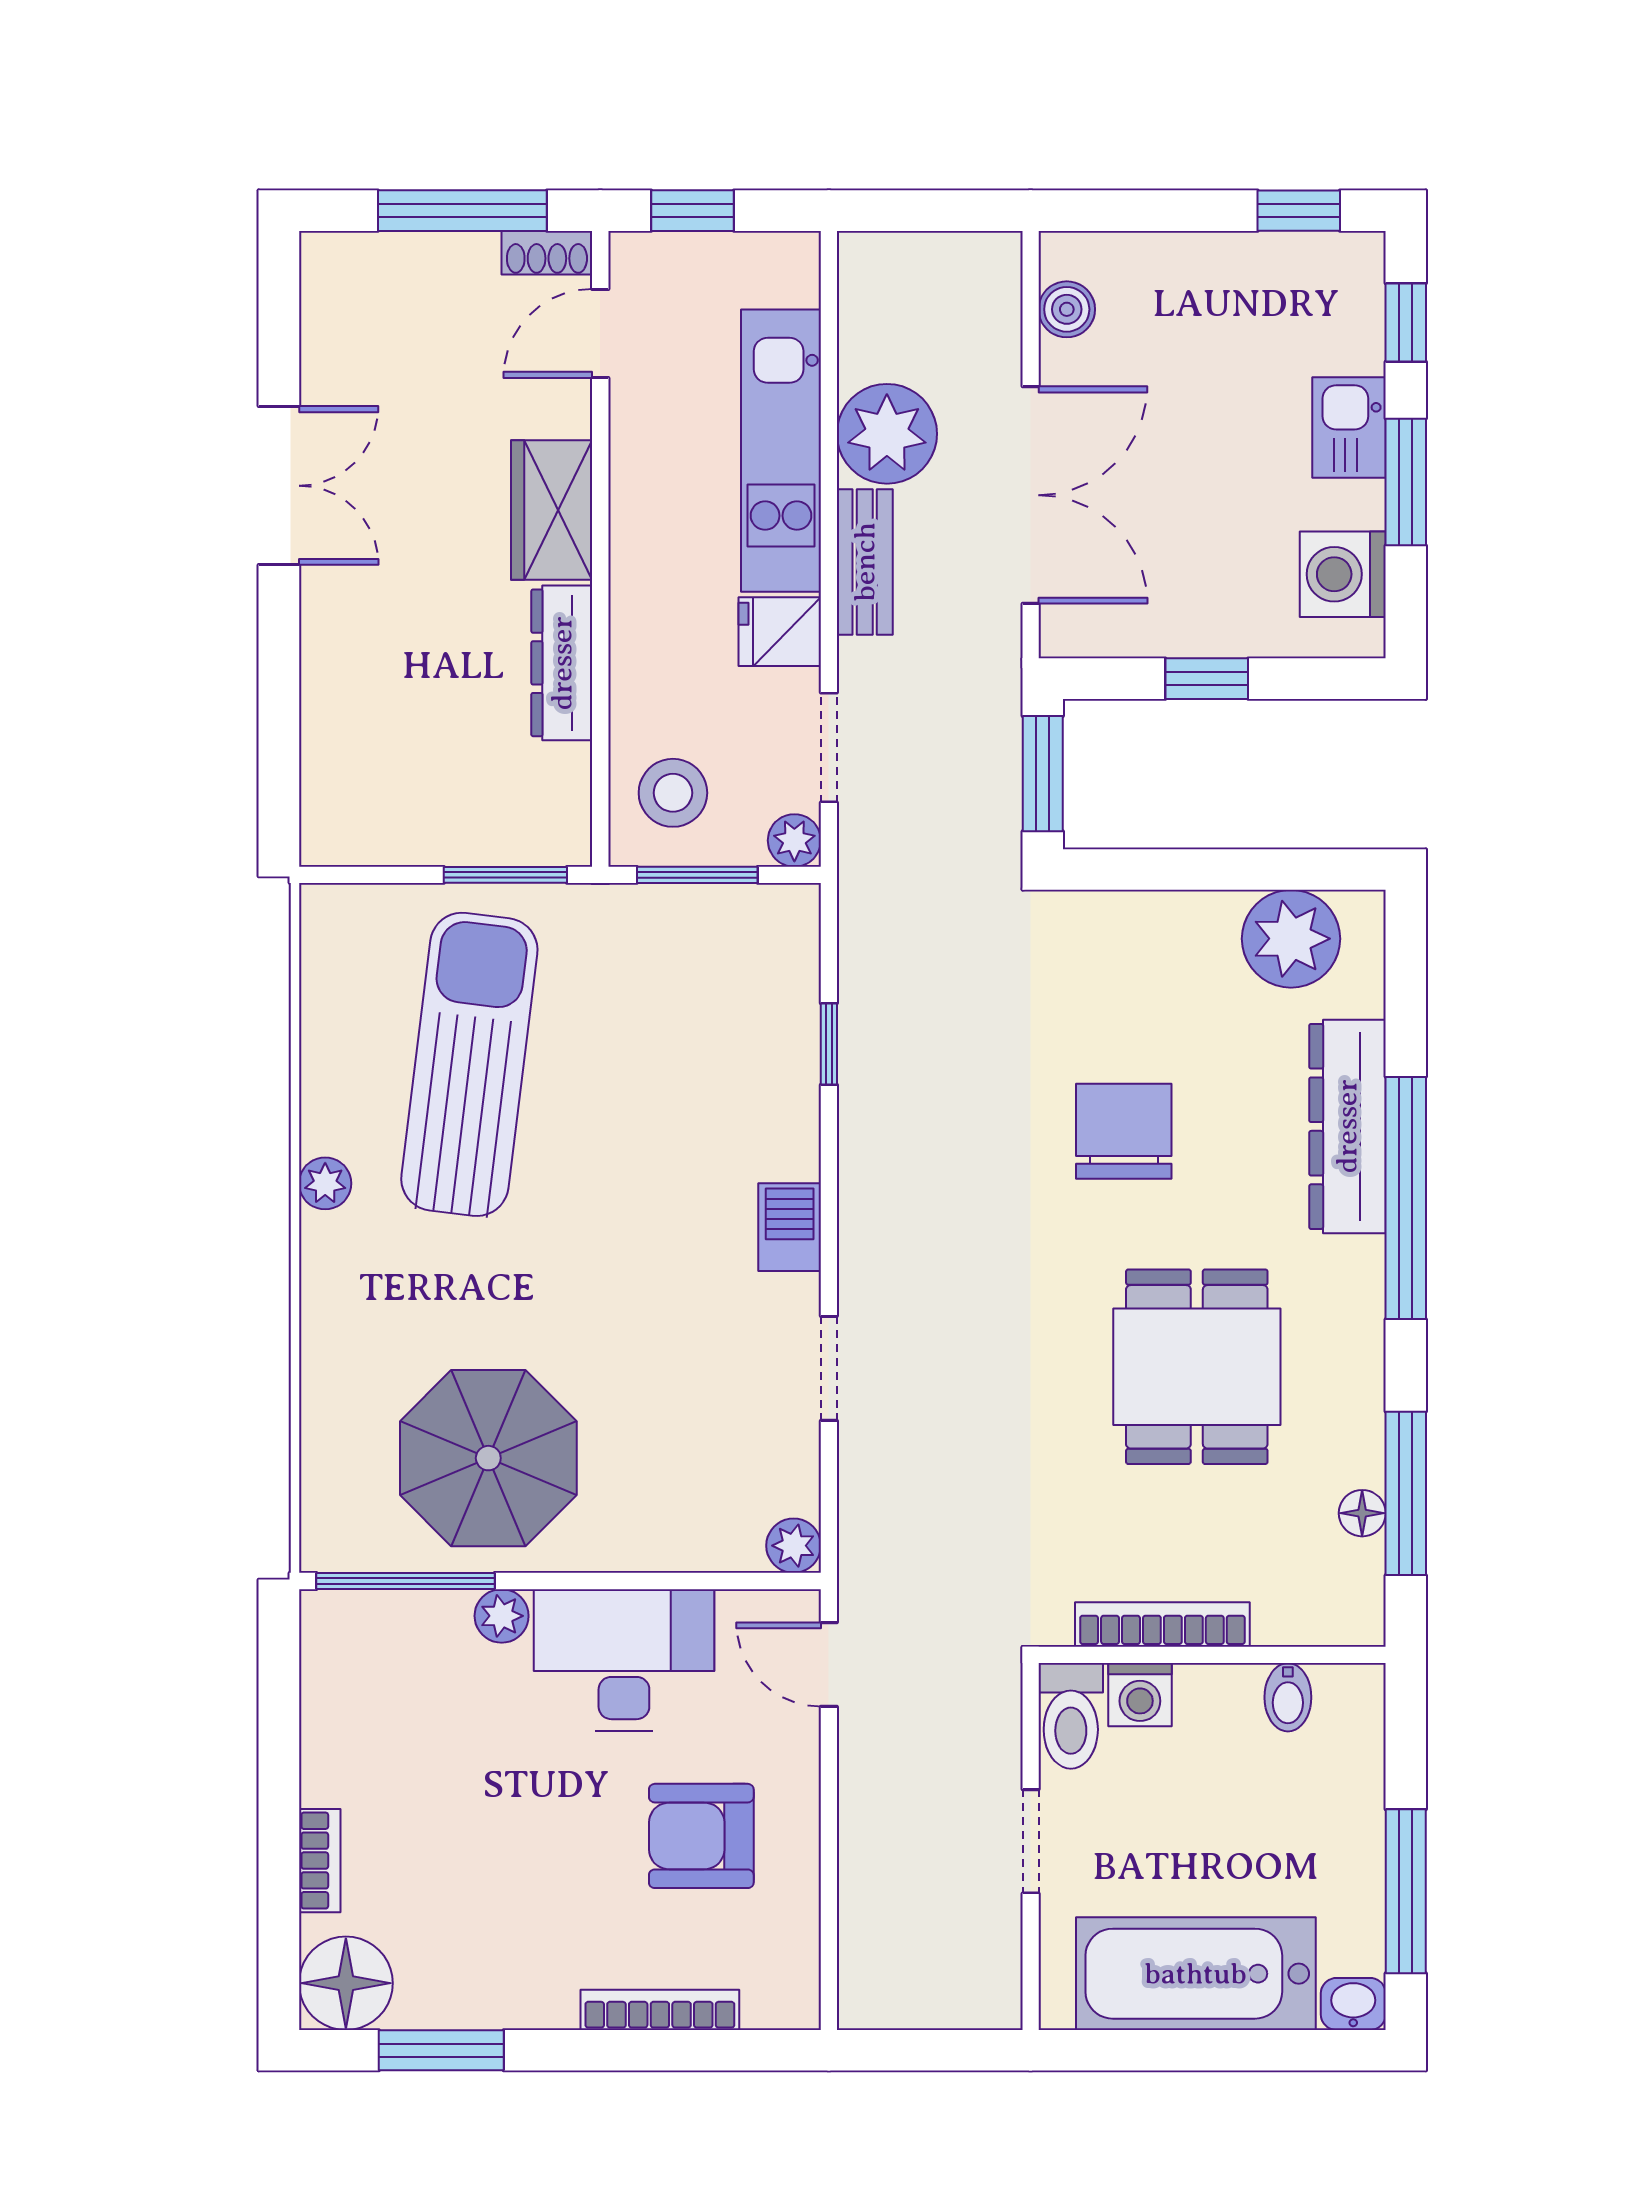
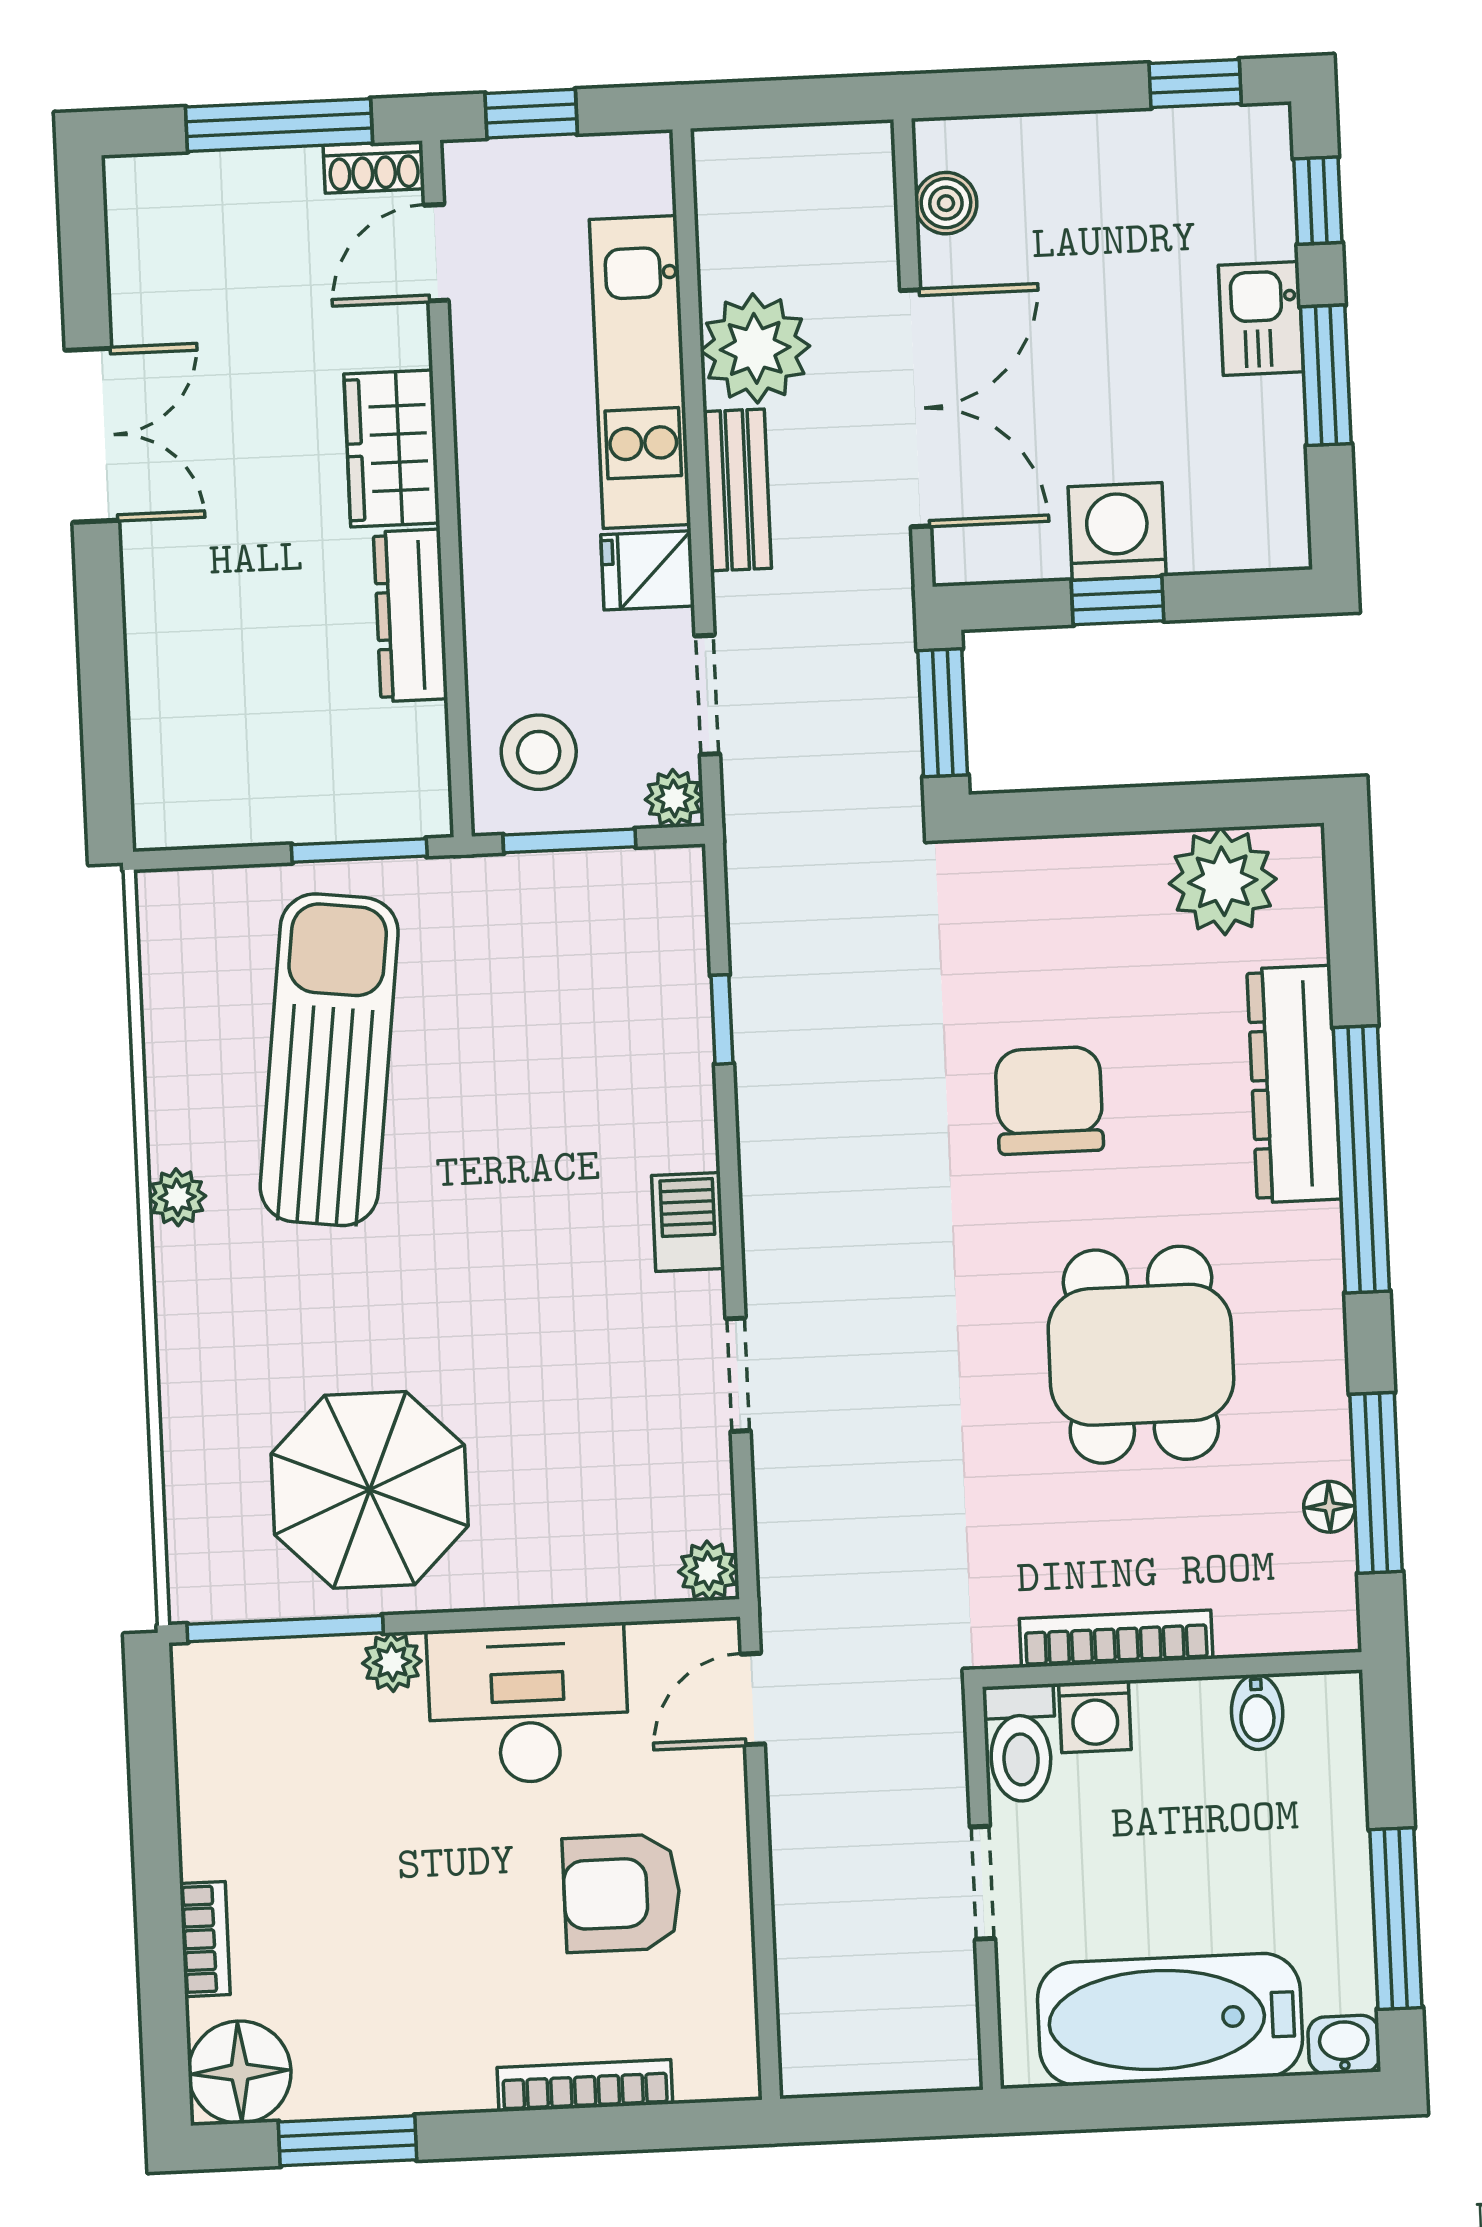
washing machine: (1343, 574) -> (1117, 531), moved, turned 90
door: (829, 1664) -> (753, 1699), hinge flipped

